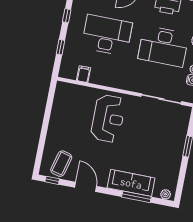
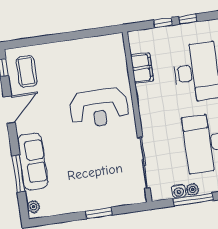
window: (67, 16) -> (188, 19), moved
filing cabinet: (84, 74) -> (142, 68), width x2.00
coffee table: (61, 164) -> (27, 71), turned 75

